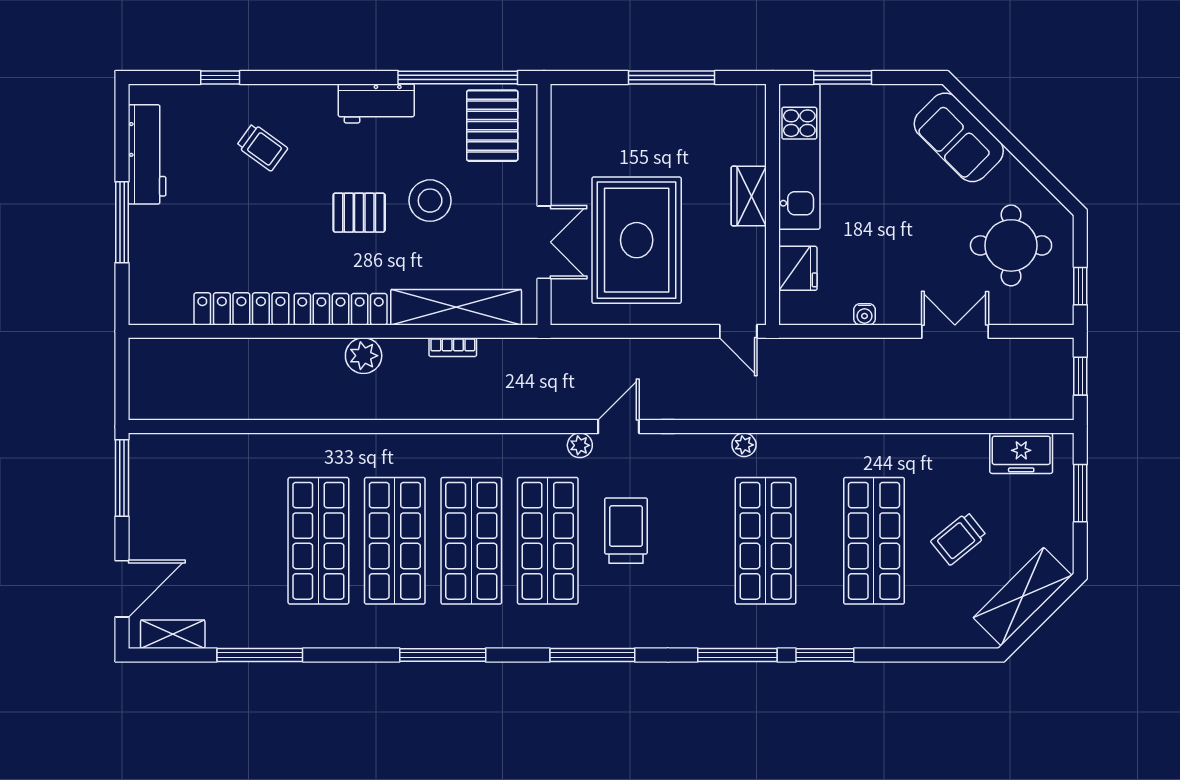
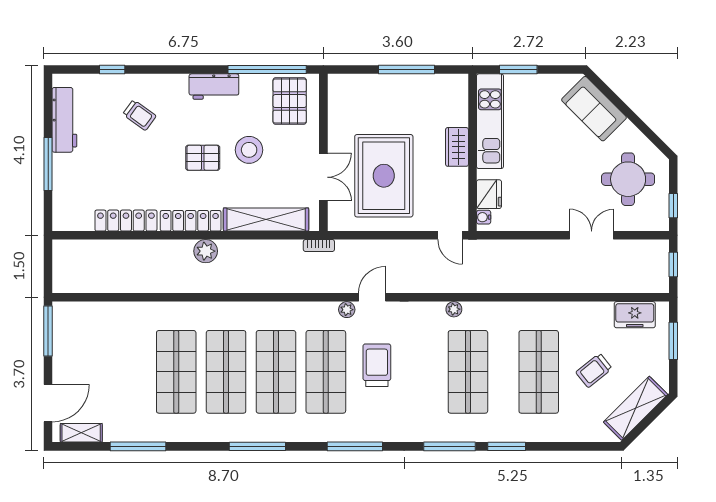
water cooler: (865, 314) -> (484, 217), moved, turned 90
bookcase: (453, 347) -> (319, 246), moved

